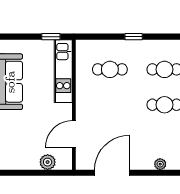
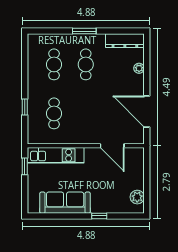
window: (134, 37) -> (25, 107), moved
plant: (48, 162) -> (137, 197), moved

